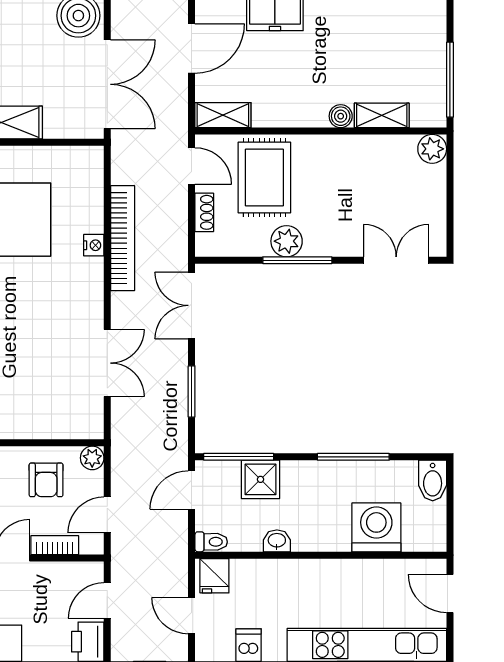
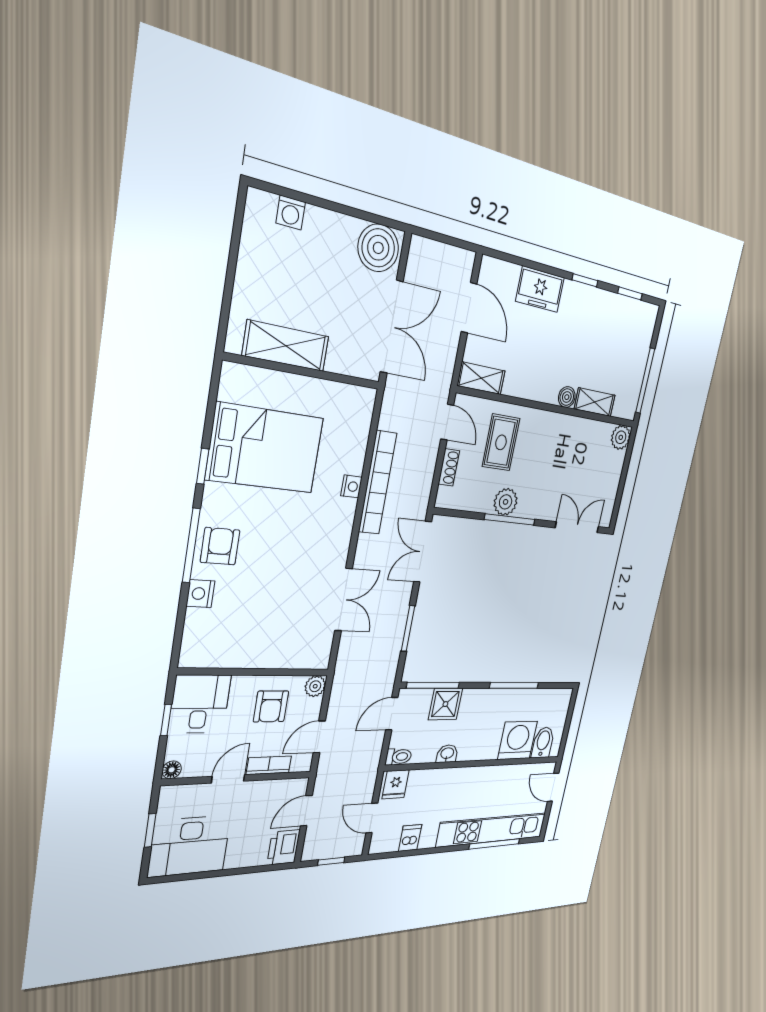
door: (192, 49) -> (469, 308), hinge flipped
rug: (264, 178) -> (501, 442), width x0.73, depth x0.70
bidet: (433, 481) -> (543, 742), moved, turned 180

